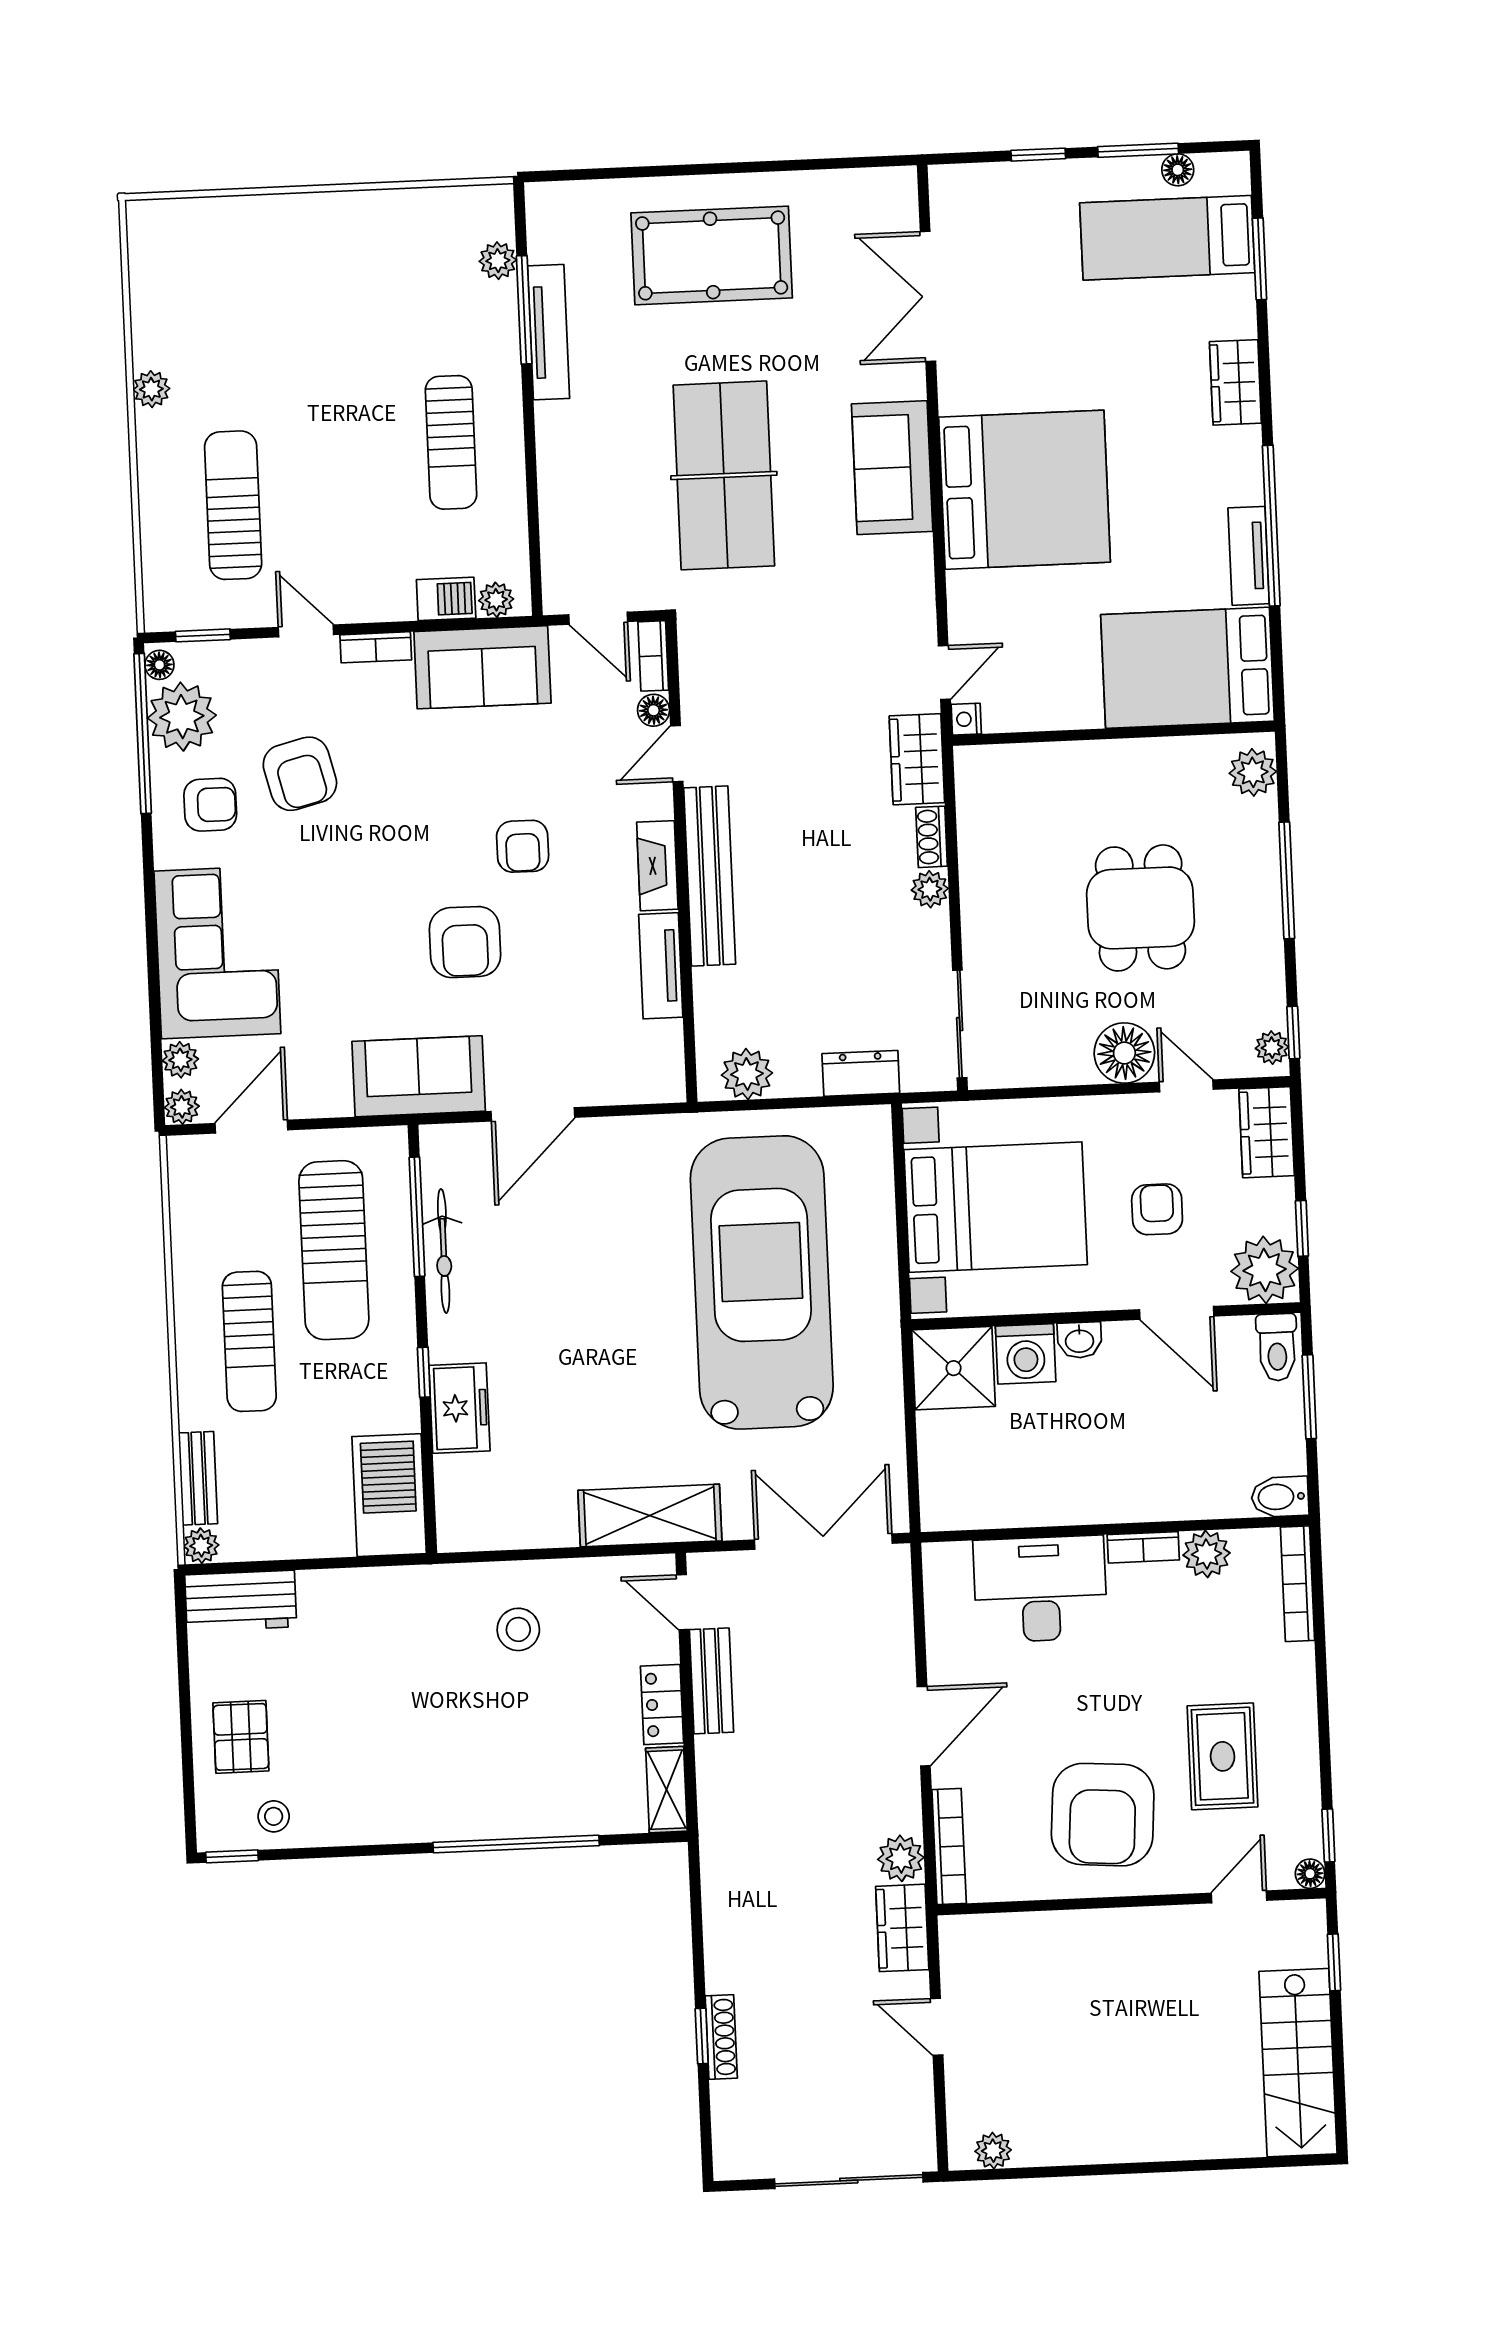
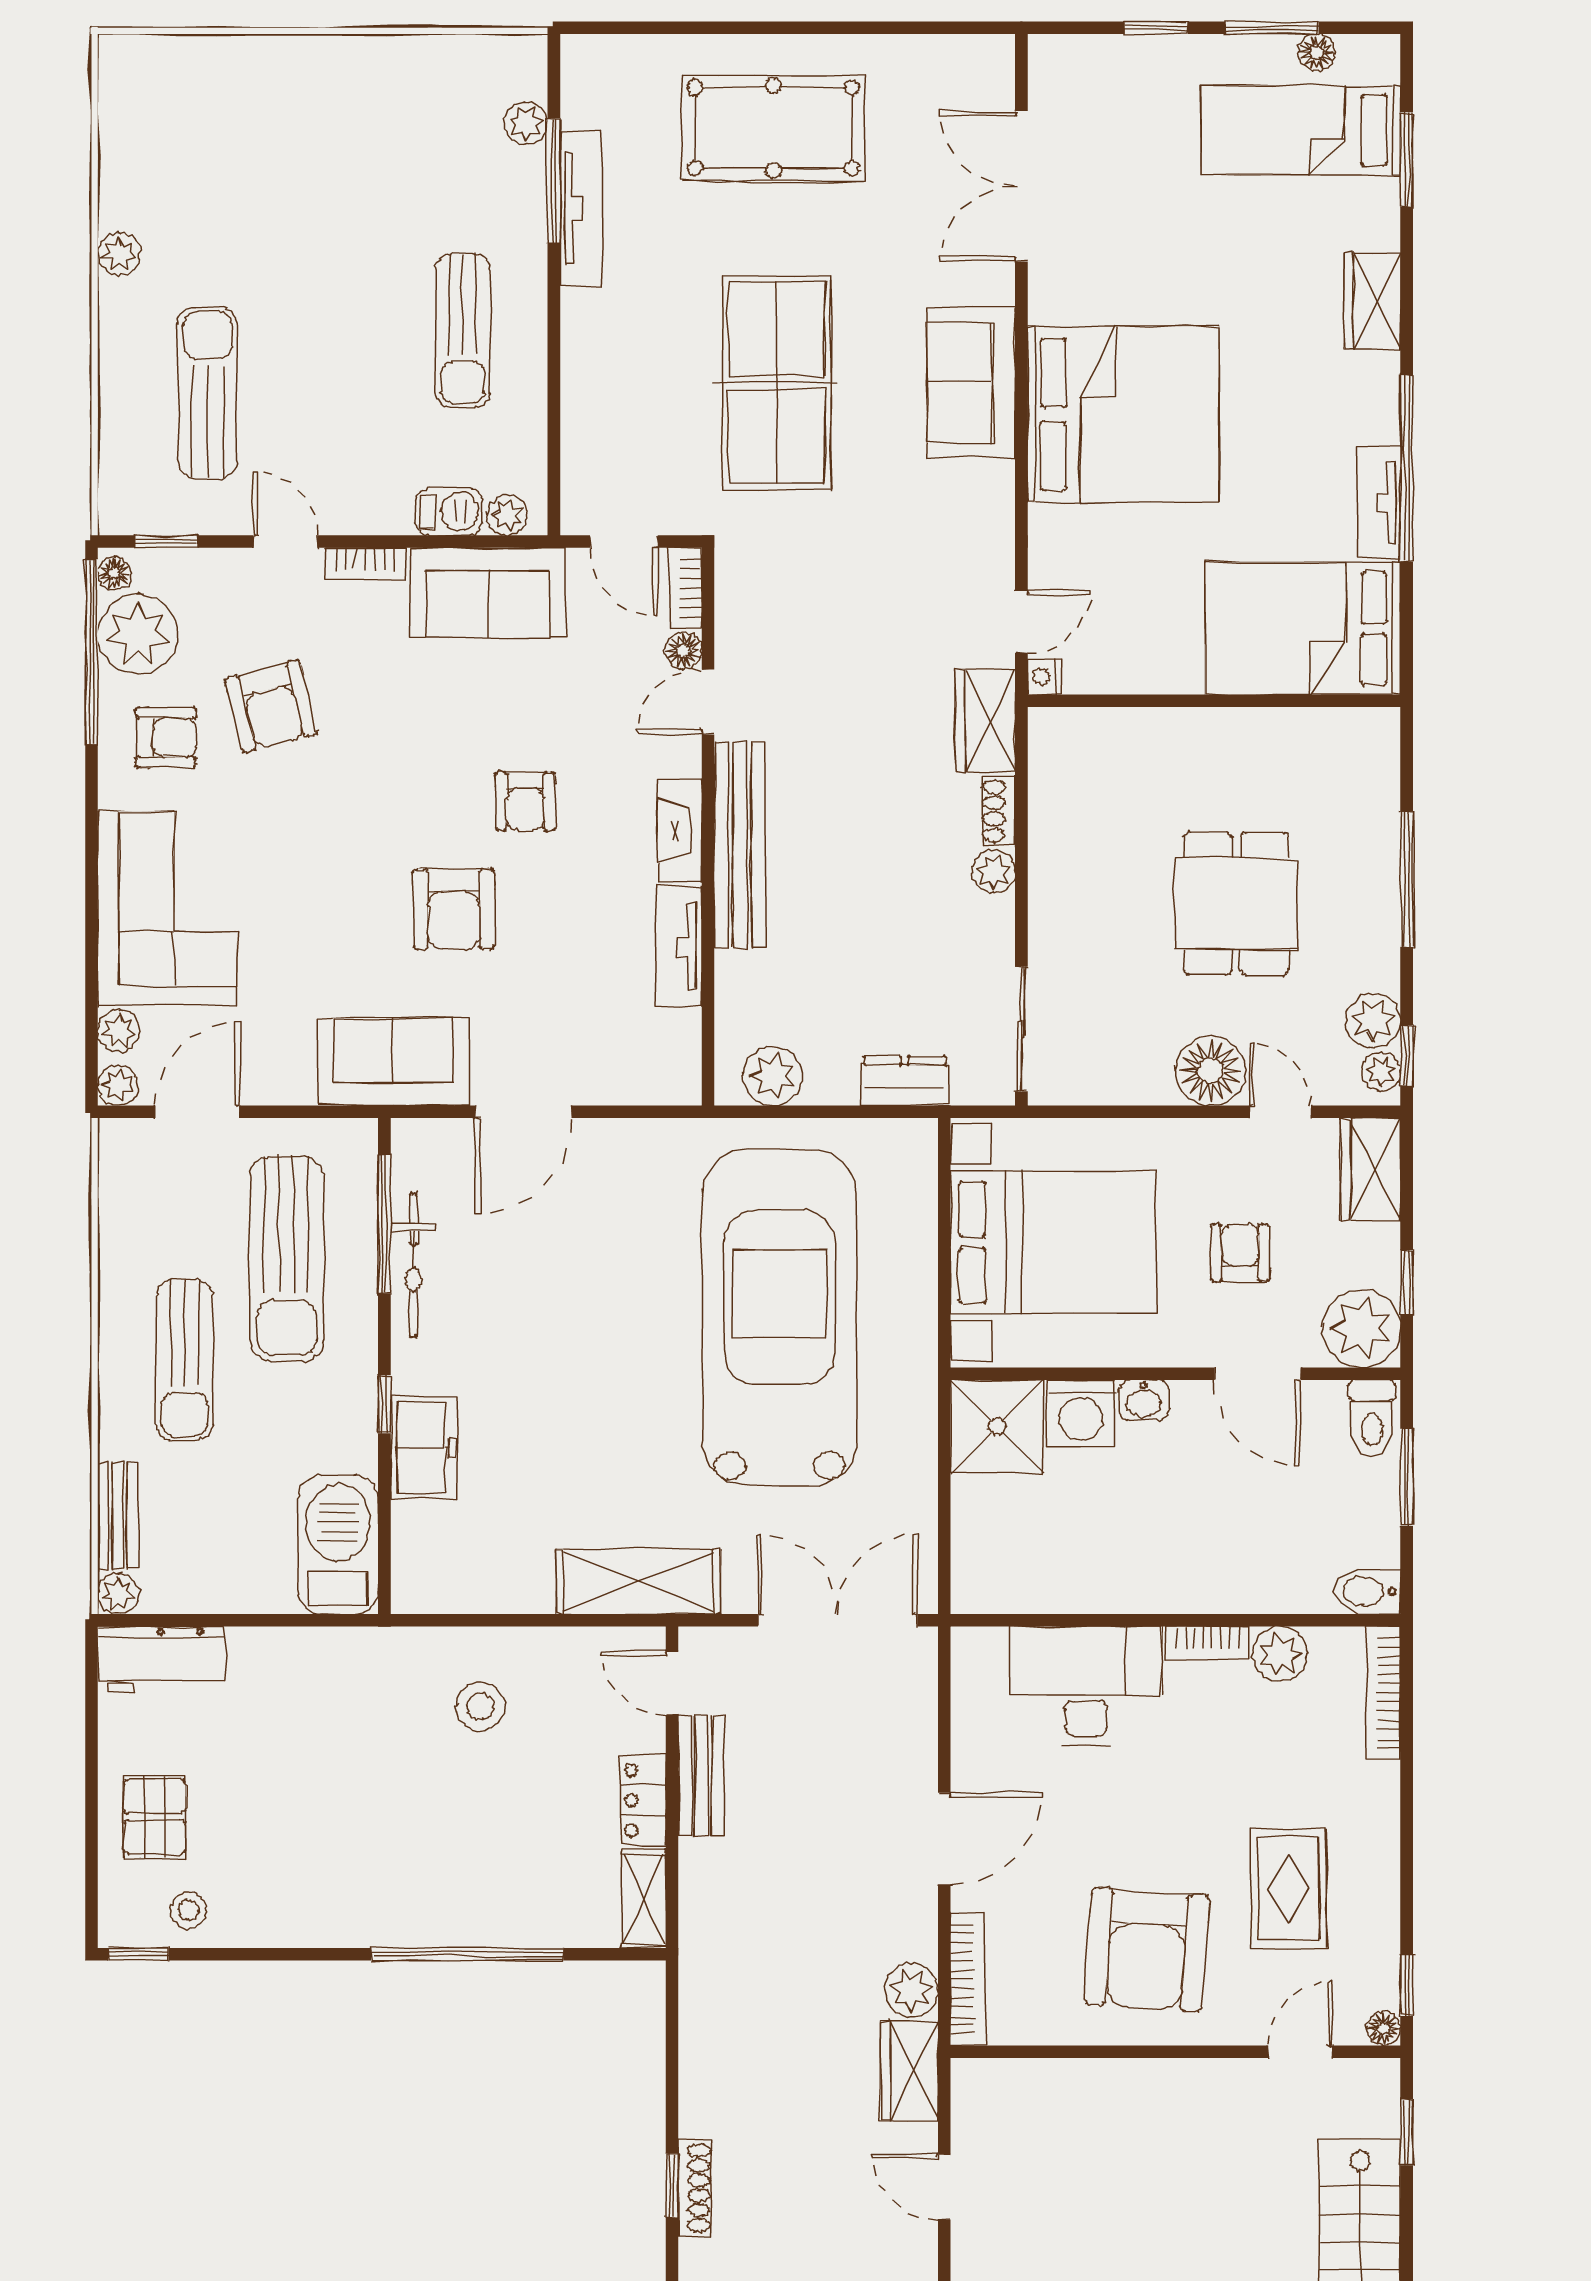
plant: (1253, 772) -> (1373, 1021), moved

